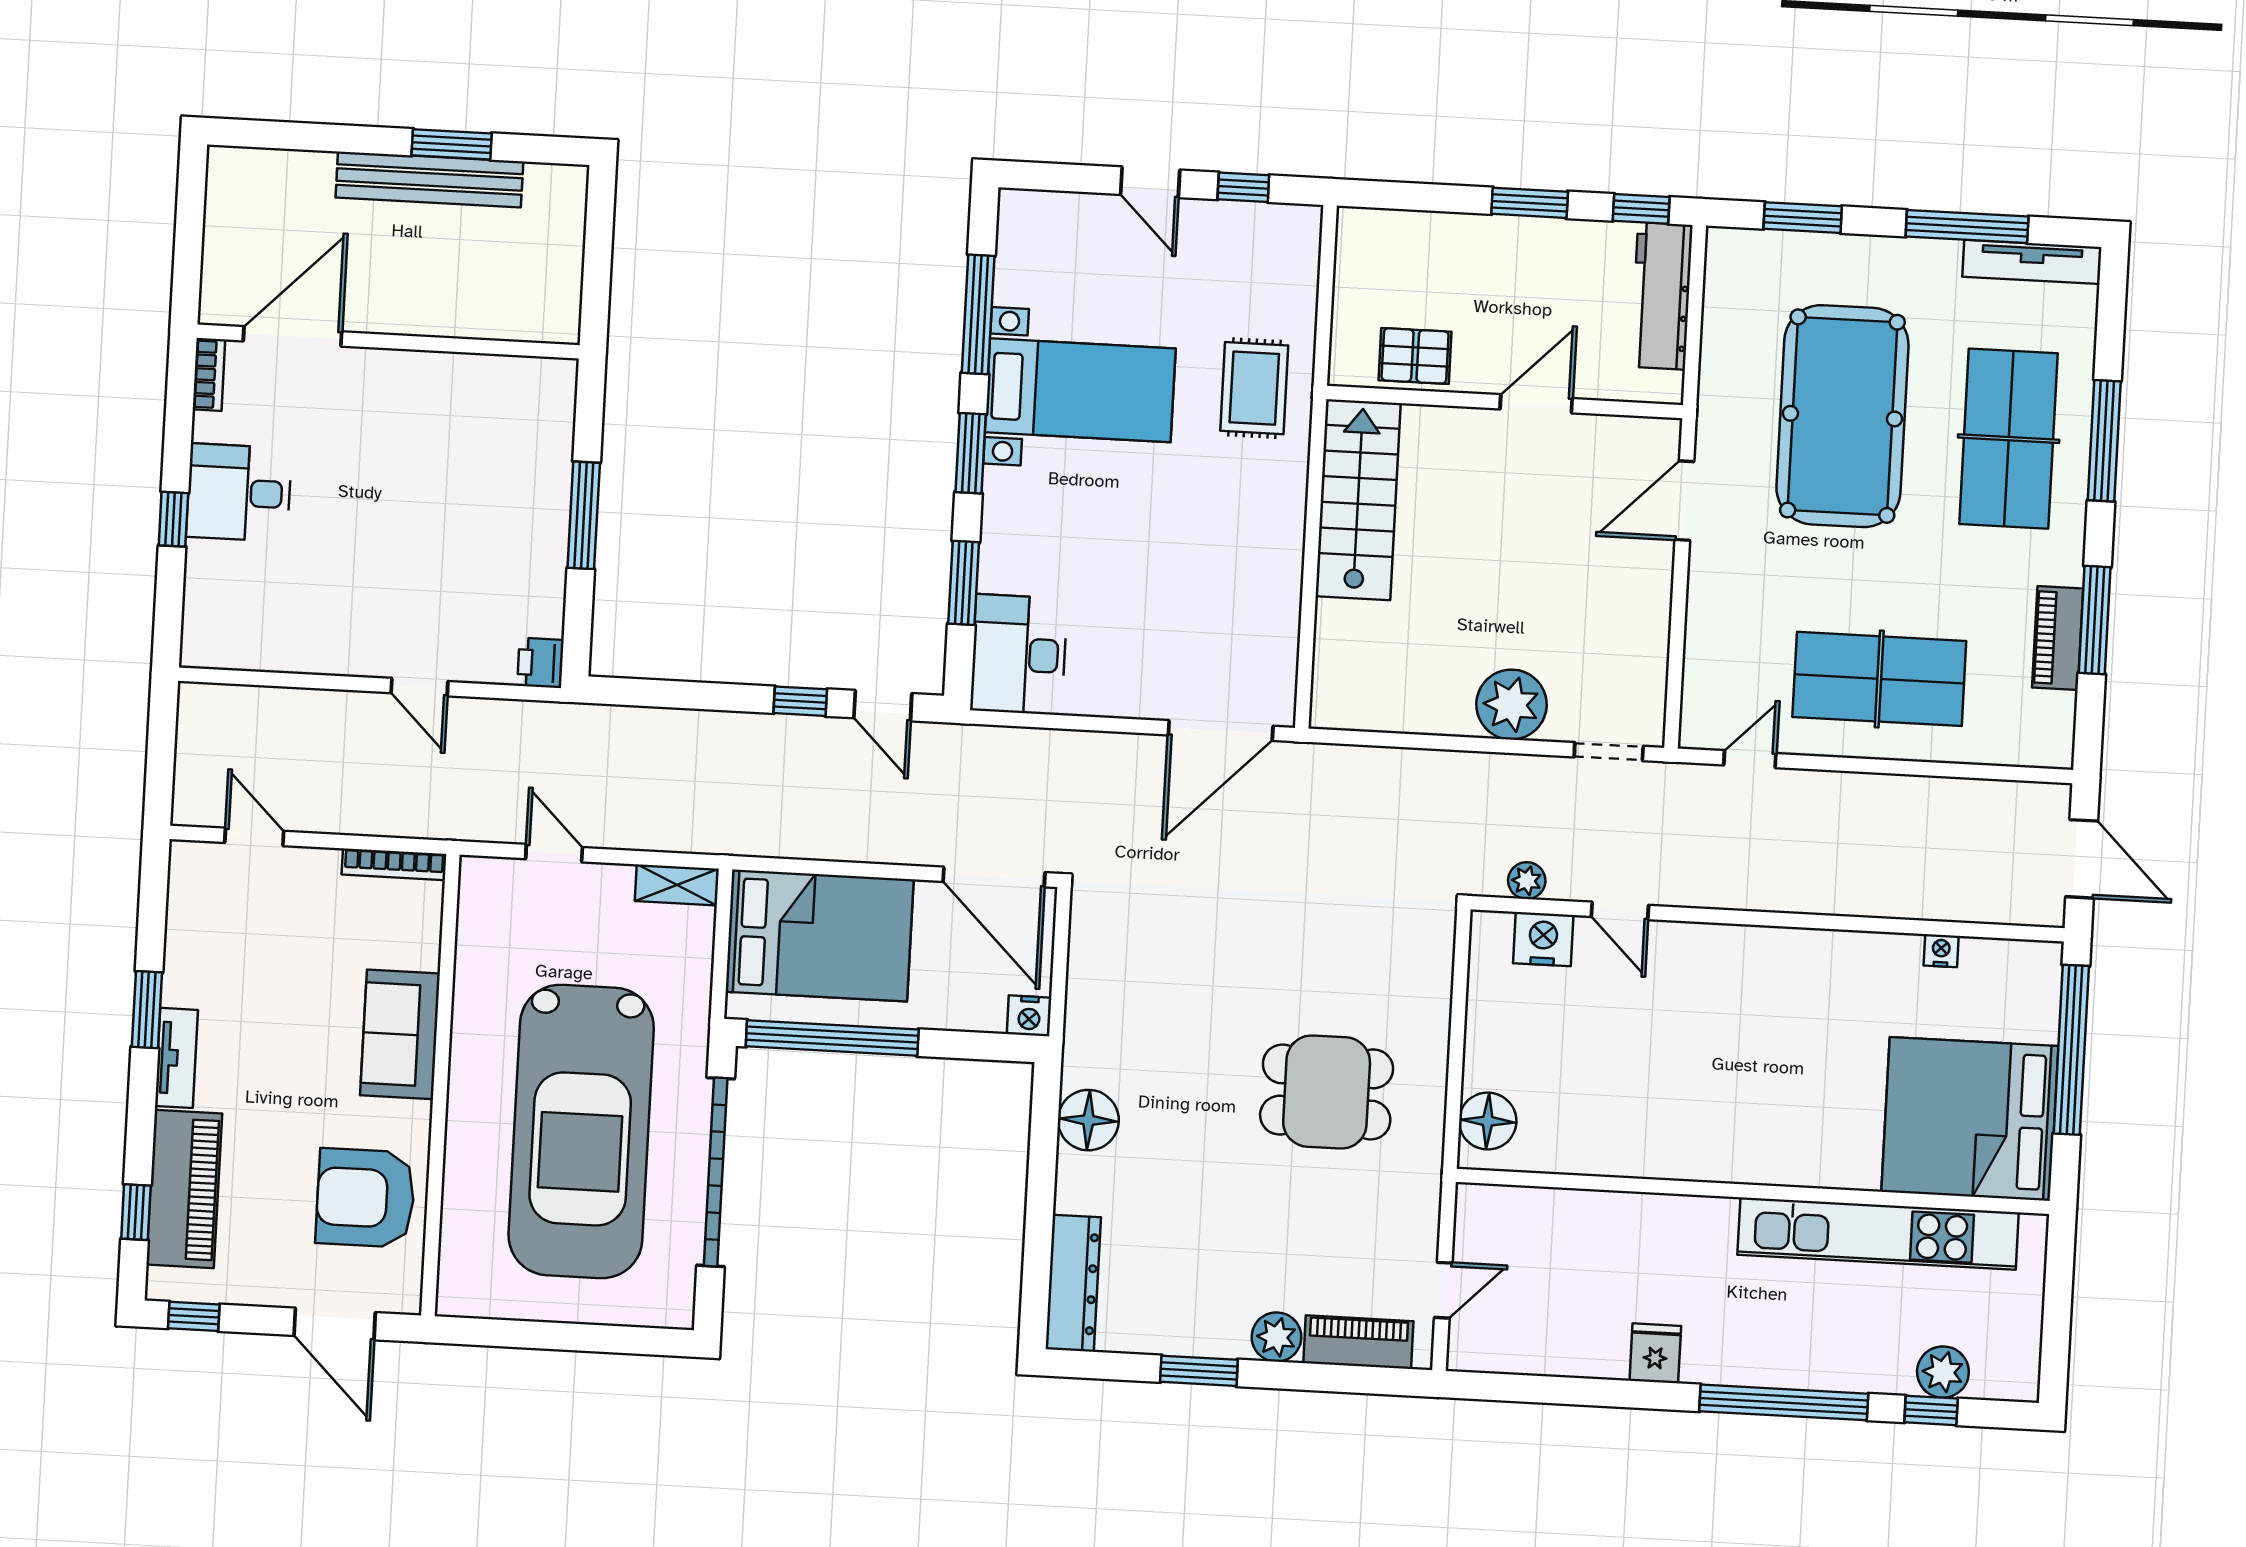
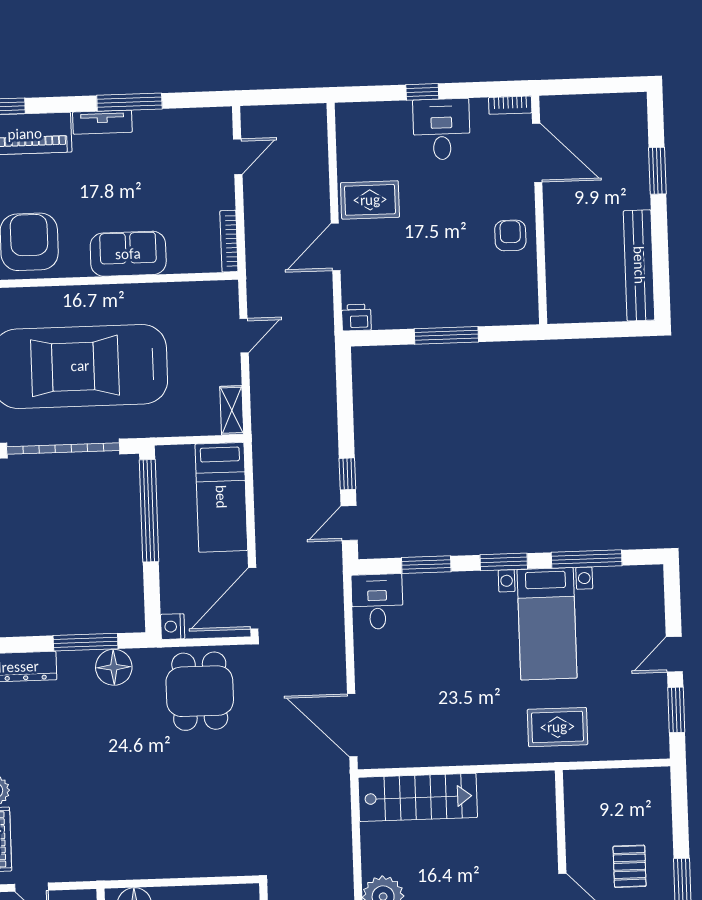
window: (452, 144) -> (657, 171), moved
bench: (429, 180) -> (639, 265), moved
window: (1243, 187) -> (676, 710), width x1.50
pallet: (1415, 356) -> (630, 866), moved
armchair: (426, 394) -> (510, 235), added
stairs: (1358, 500) -> (418, 797), moved
rug: (346, 623) -> (370, 200), added
desk: (1019, 655) -> (377, 602), width x0.73
door: (419, 687) -> (336, 247), width x1.38
bed: (819, 936) -> (221, 497), width x0.67
window: (147, 1010) -> (129, 102), width x1.44
dining table: (1327, 1092) -> (200, 691), moved
window: (1042, 1164) -> (86, 642), added

